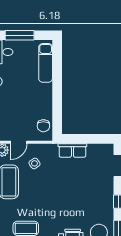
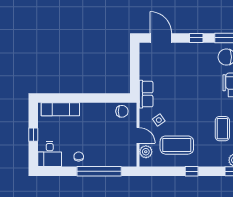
window: (20, 35) -> (33, 135), width x0.46
row of seats: (72, 150) -> (146, 94), moved

